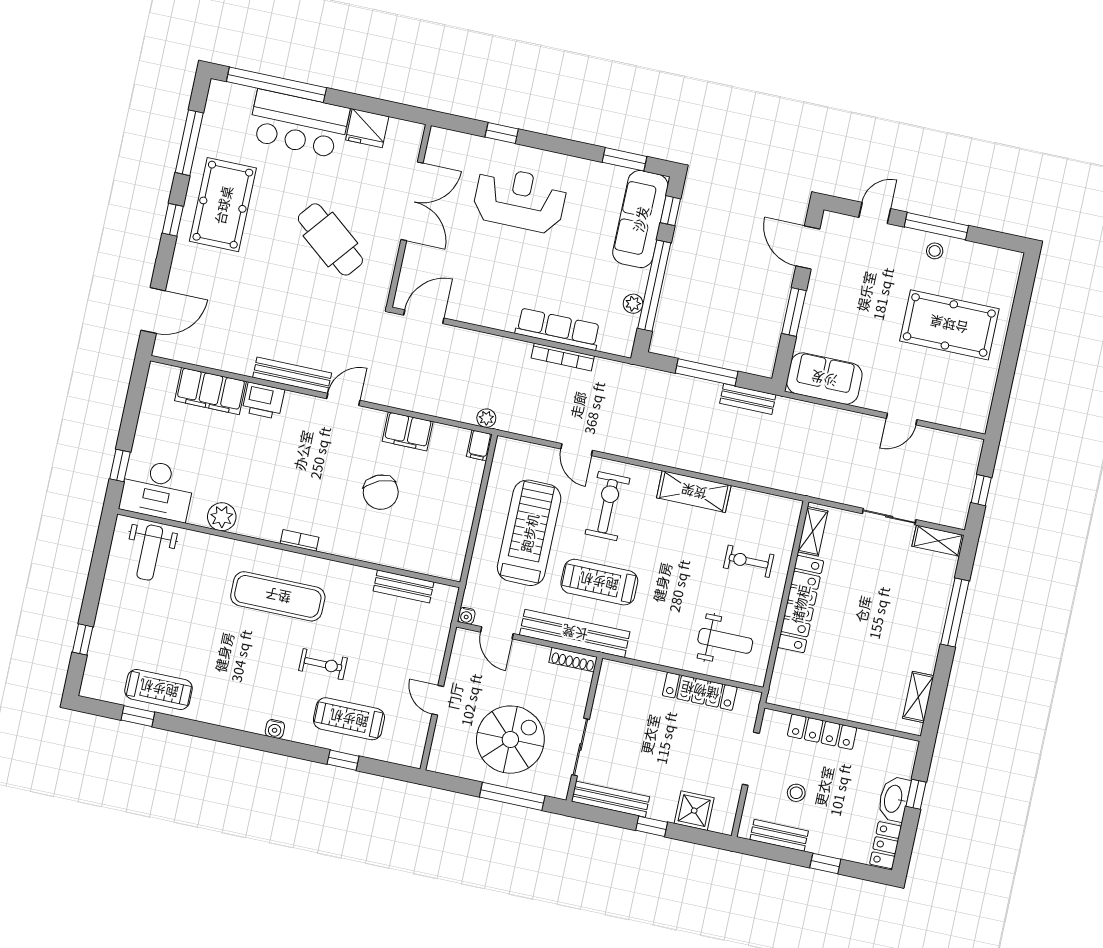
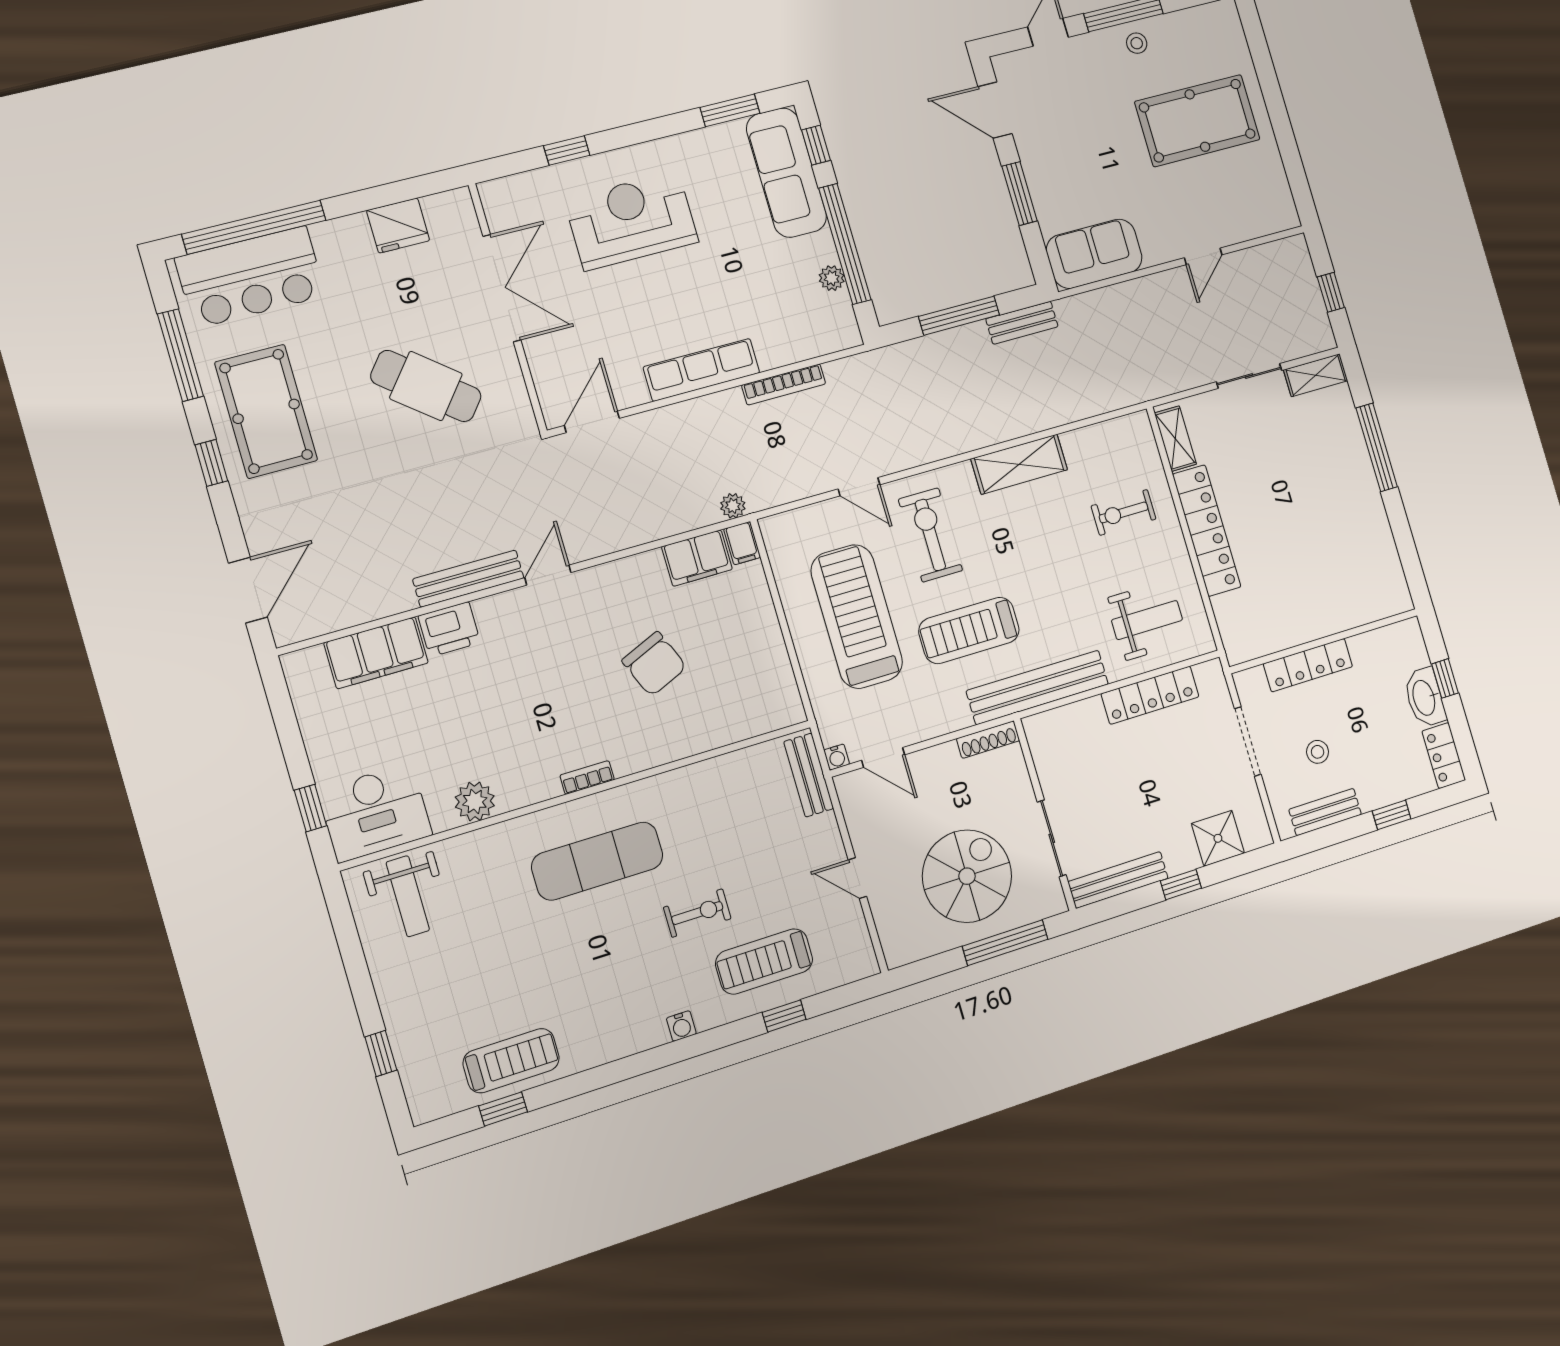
bar counter: (299, 124) -> (251, 277), moved
row of seats: (558, 329) -> (702, 370), moved
filing cabinet: (408, 431) -> (697, 558), moved
bench: (404, 586) -> (809, 775), moved, turned 90
bench: (575, 633) -> (1038, 687), moved
shelving: (918, 697) -> (1389, 566), removed

